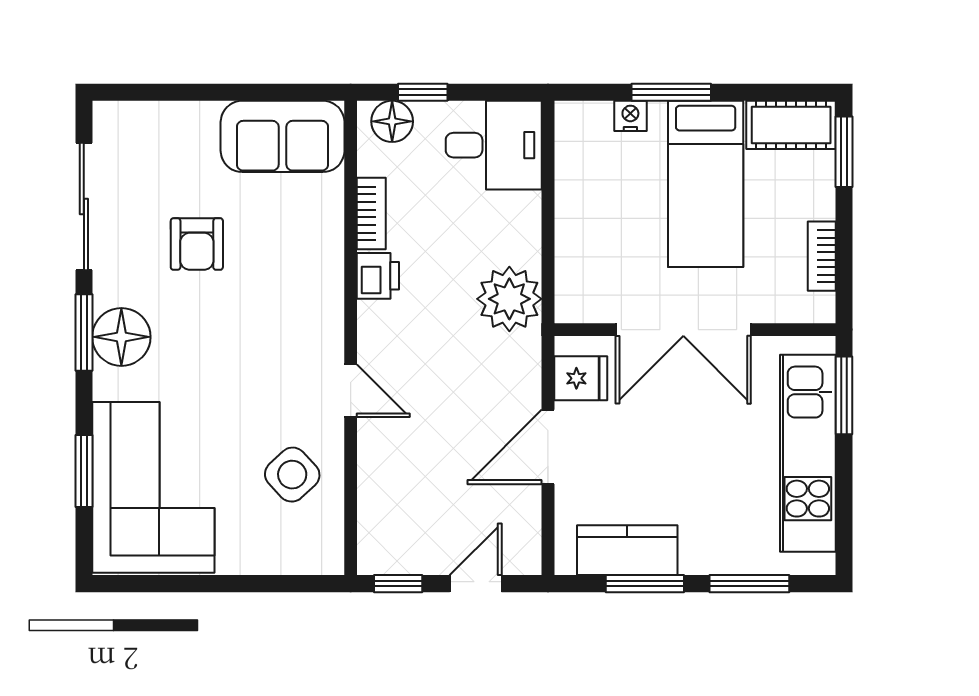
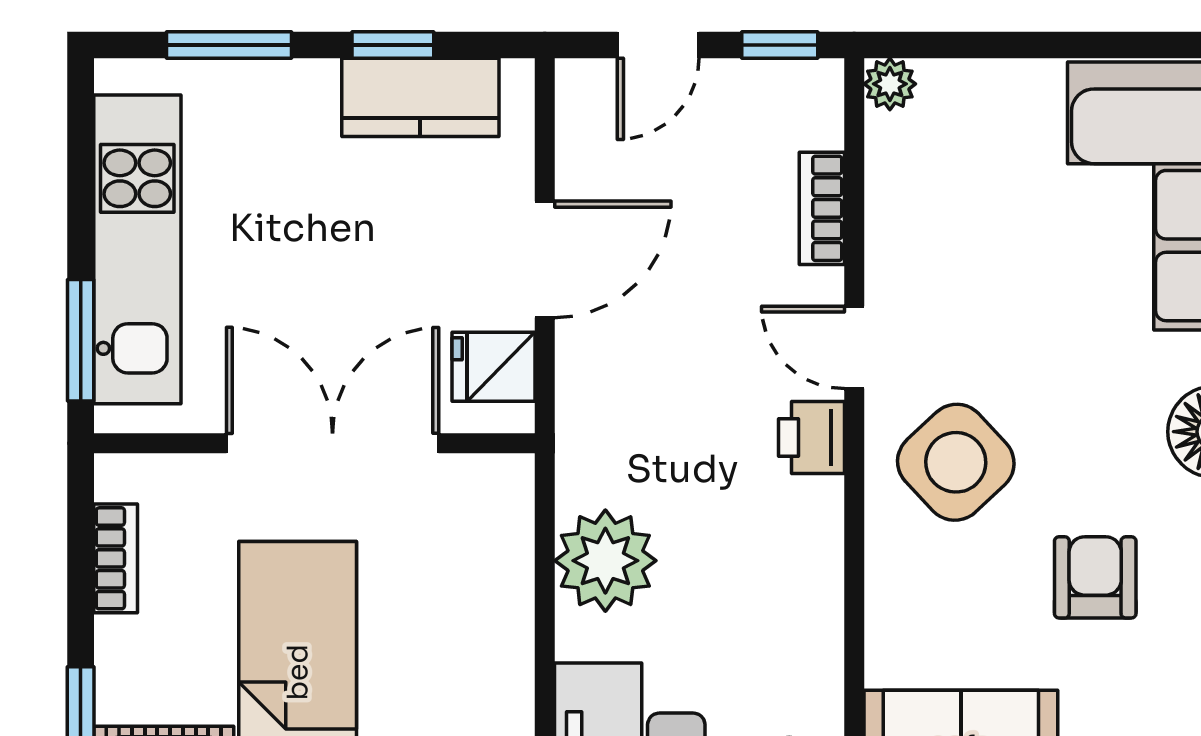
bookcase: (371, 214) -> (822, 208), moved
printer: (378, 276) -> (811, 438), moved
plant: (509, 299) -> (605, 561), moved
side table: (292, 475) -> (956, 462), moved, width x1.37, depth x1.37
plant: (328, 559) -> (890, 84), added
window: (645, 584) -> (393, 45), width x0.67

